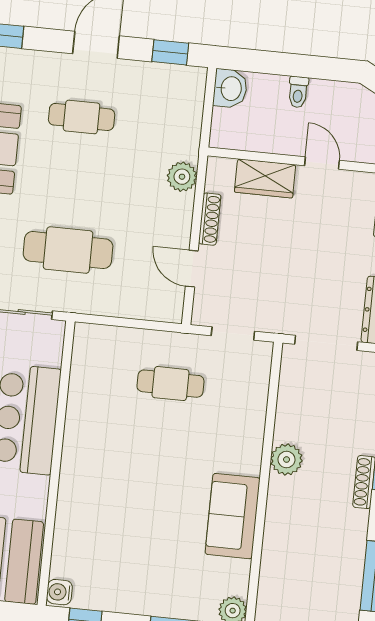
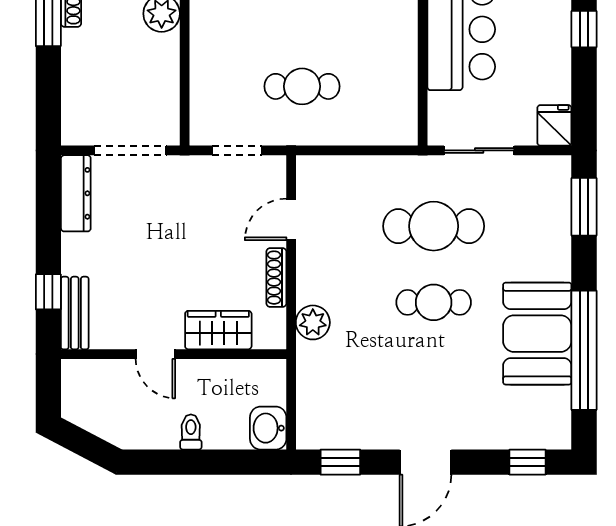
cafe table: (82, 117) -> (434, 302), moved
door: (192, 269) -> (291, 219), swing flipped

